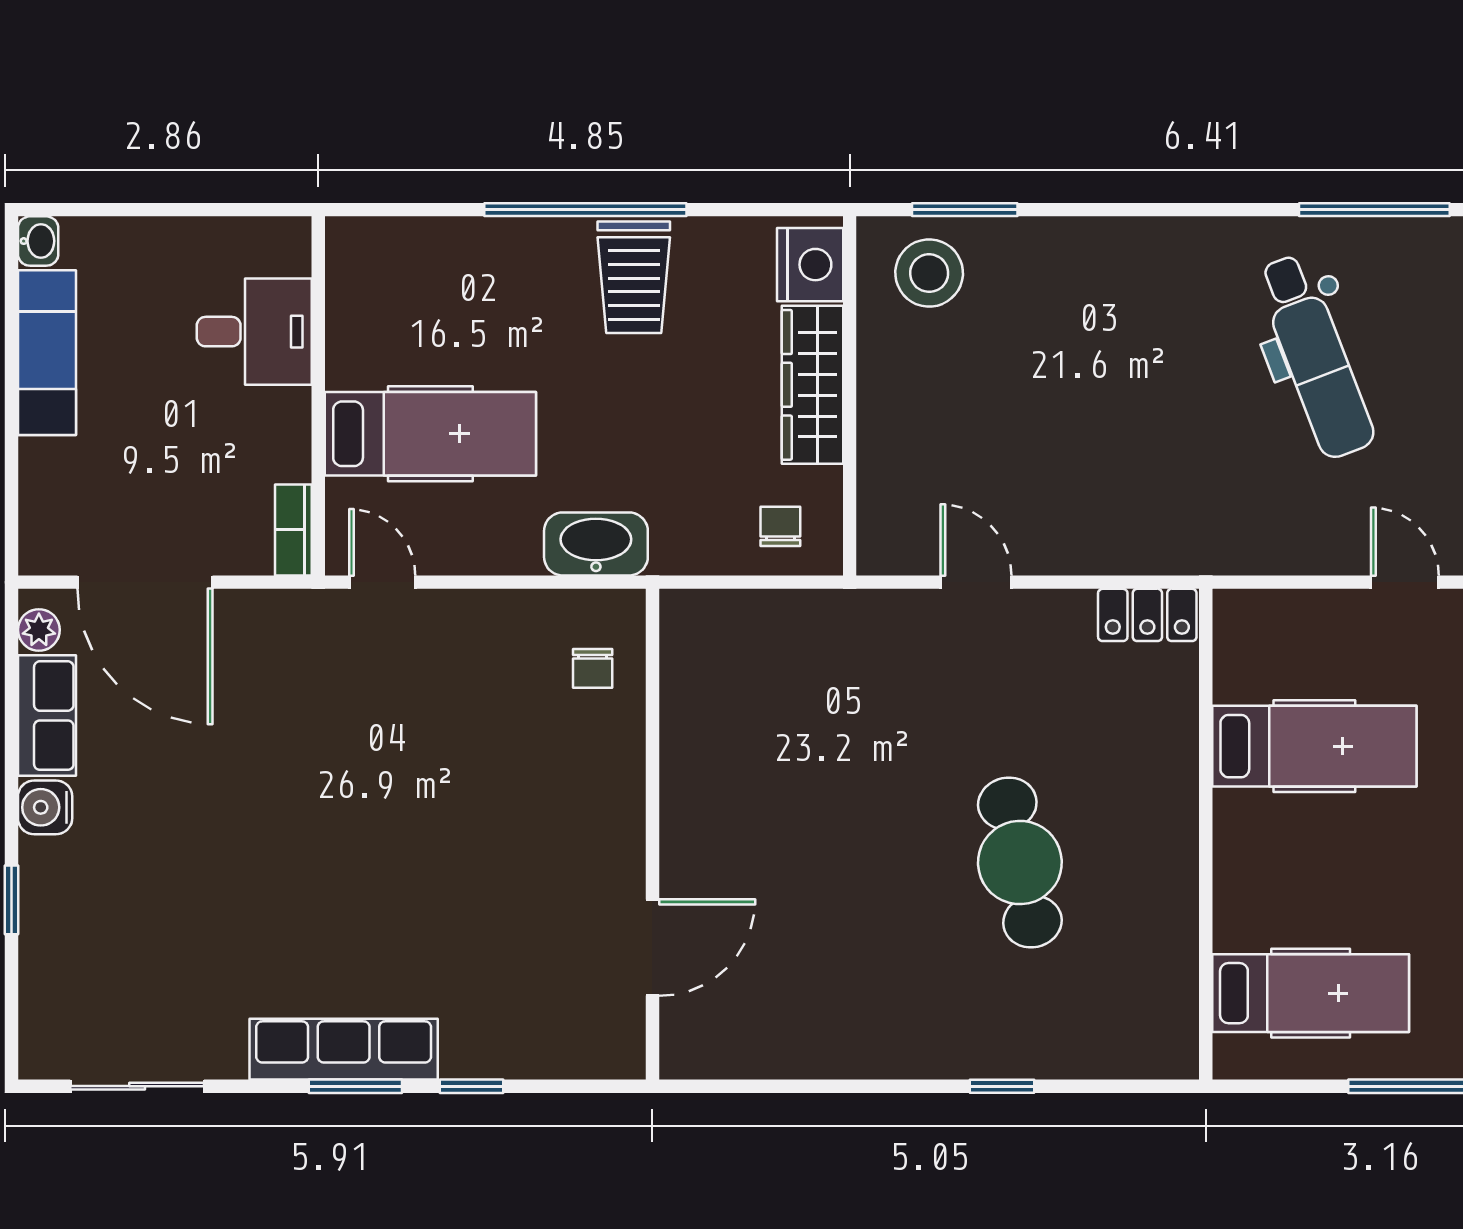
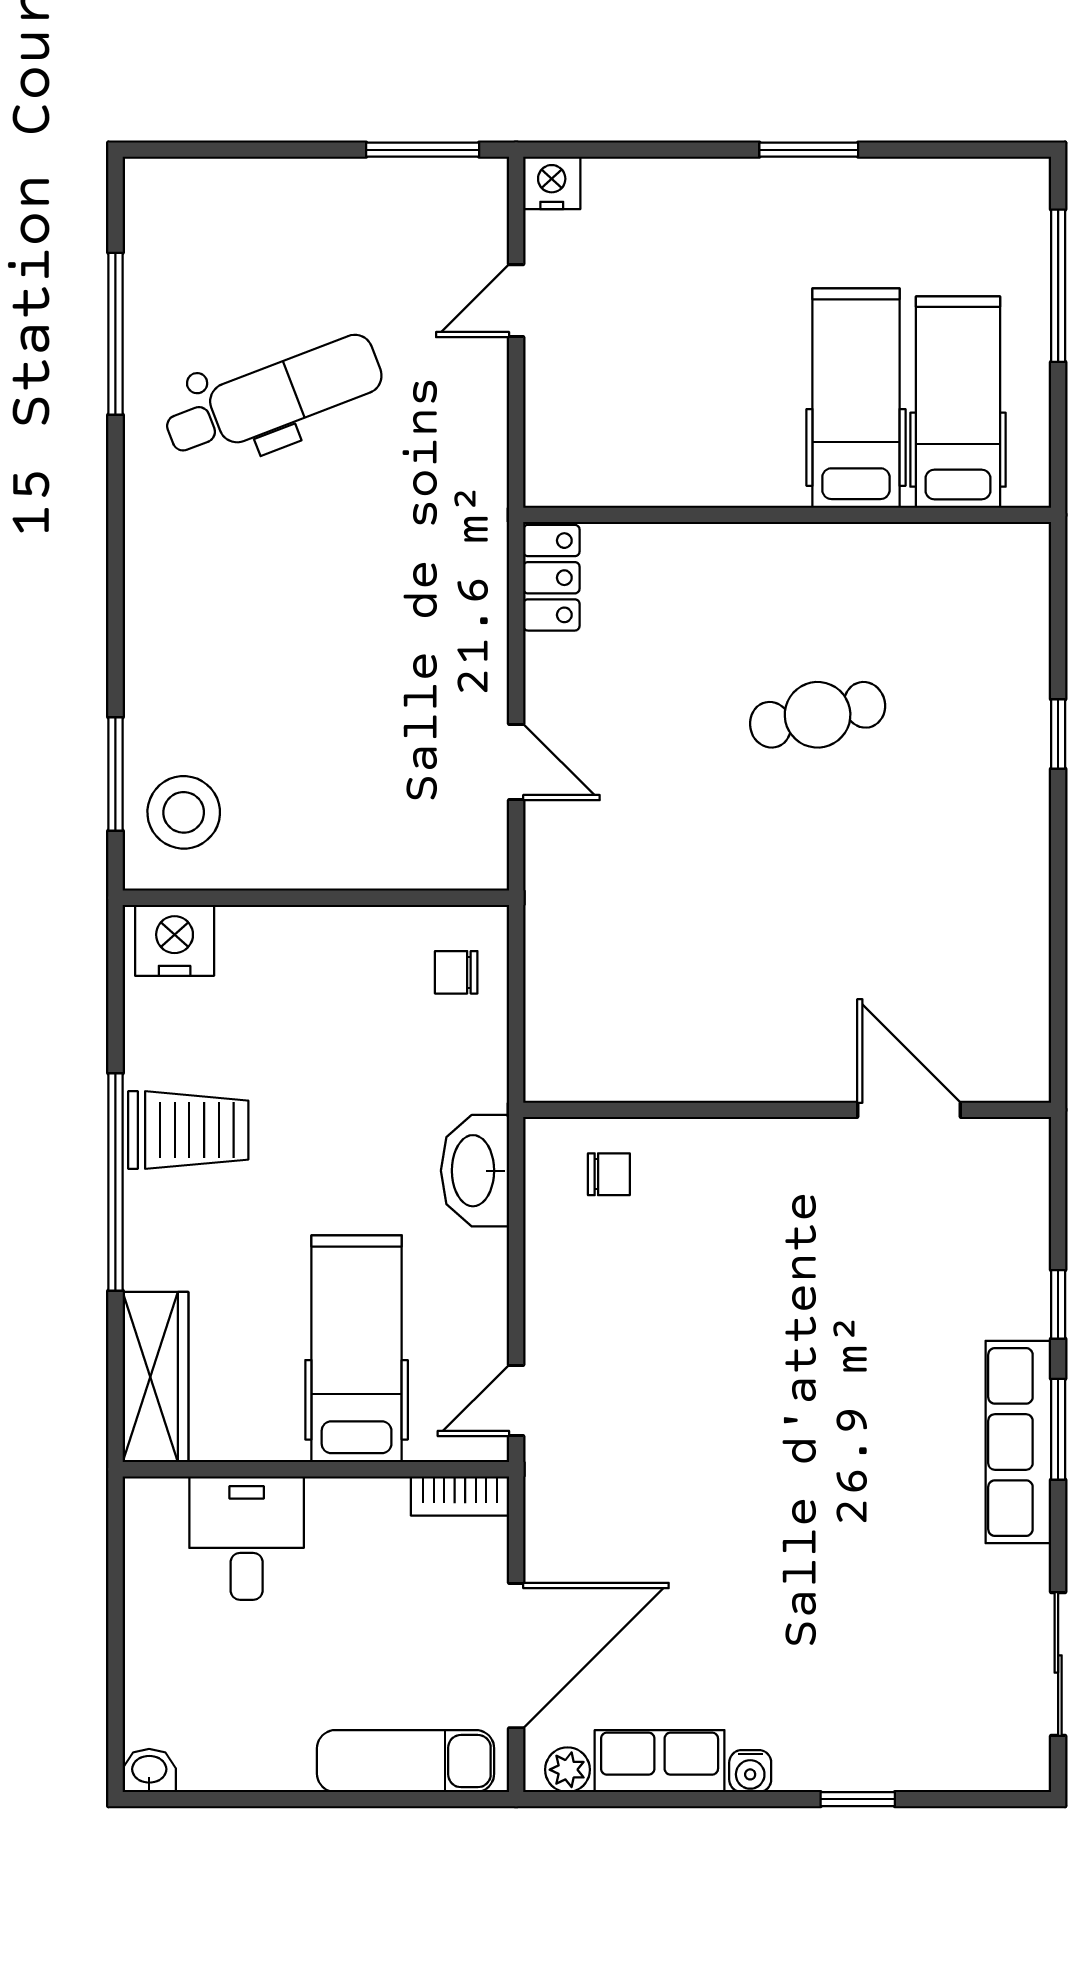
exam couch: (47, 353) -> (406, 1761), moved
wardrobe: (812, 385) -> (155, 1377), moved, turned -90
door: (976, 582) -> (516, 762), swing flipped
hospital bed: (1314, 746) -> (856, 398), moved
water cooler: (45, 807) -> (750, 1771), width x0.72, depth x0.72
cafe table: (1020, 863) -> (818, 715), width x0.73, depth x0.74

